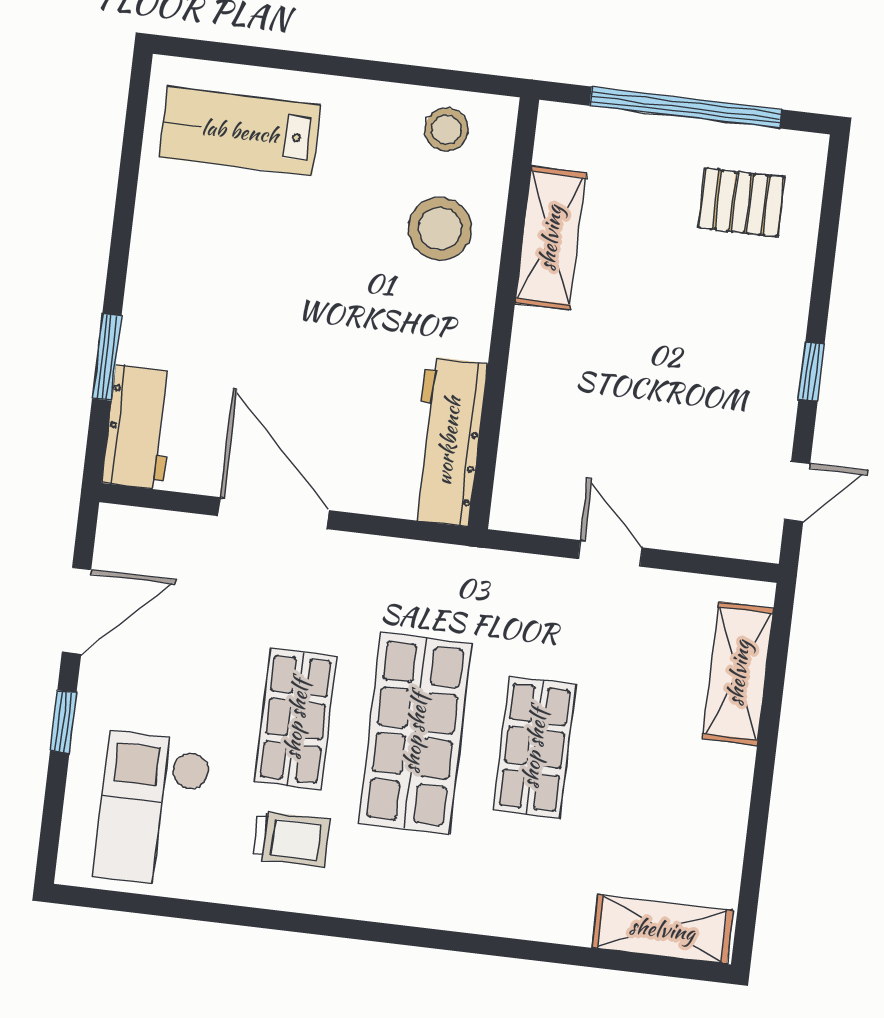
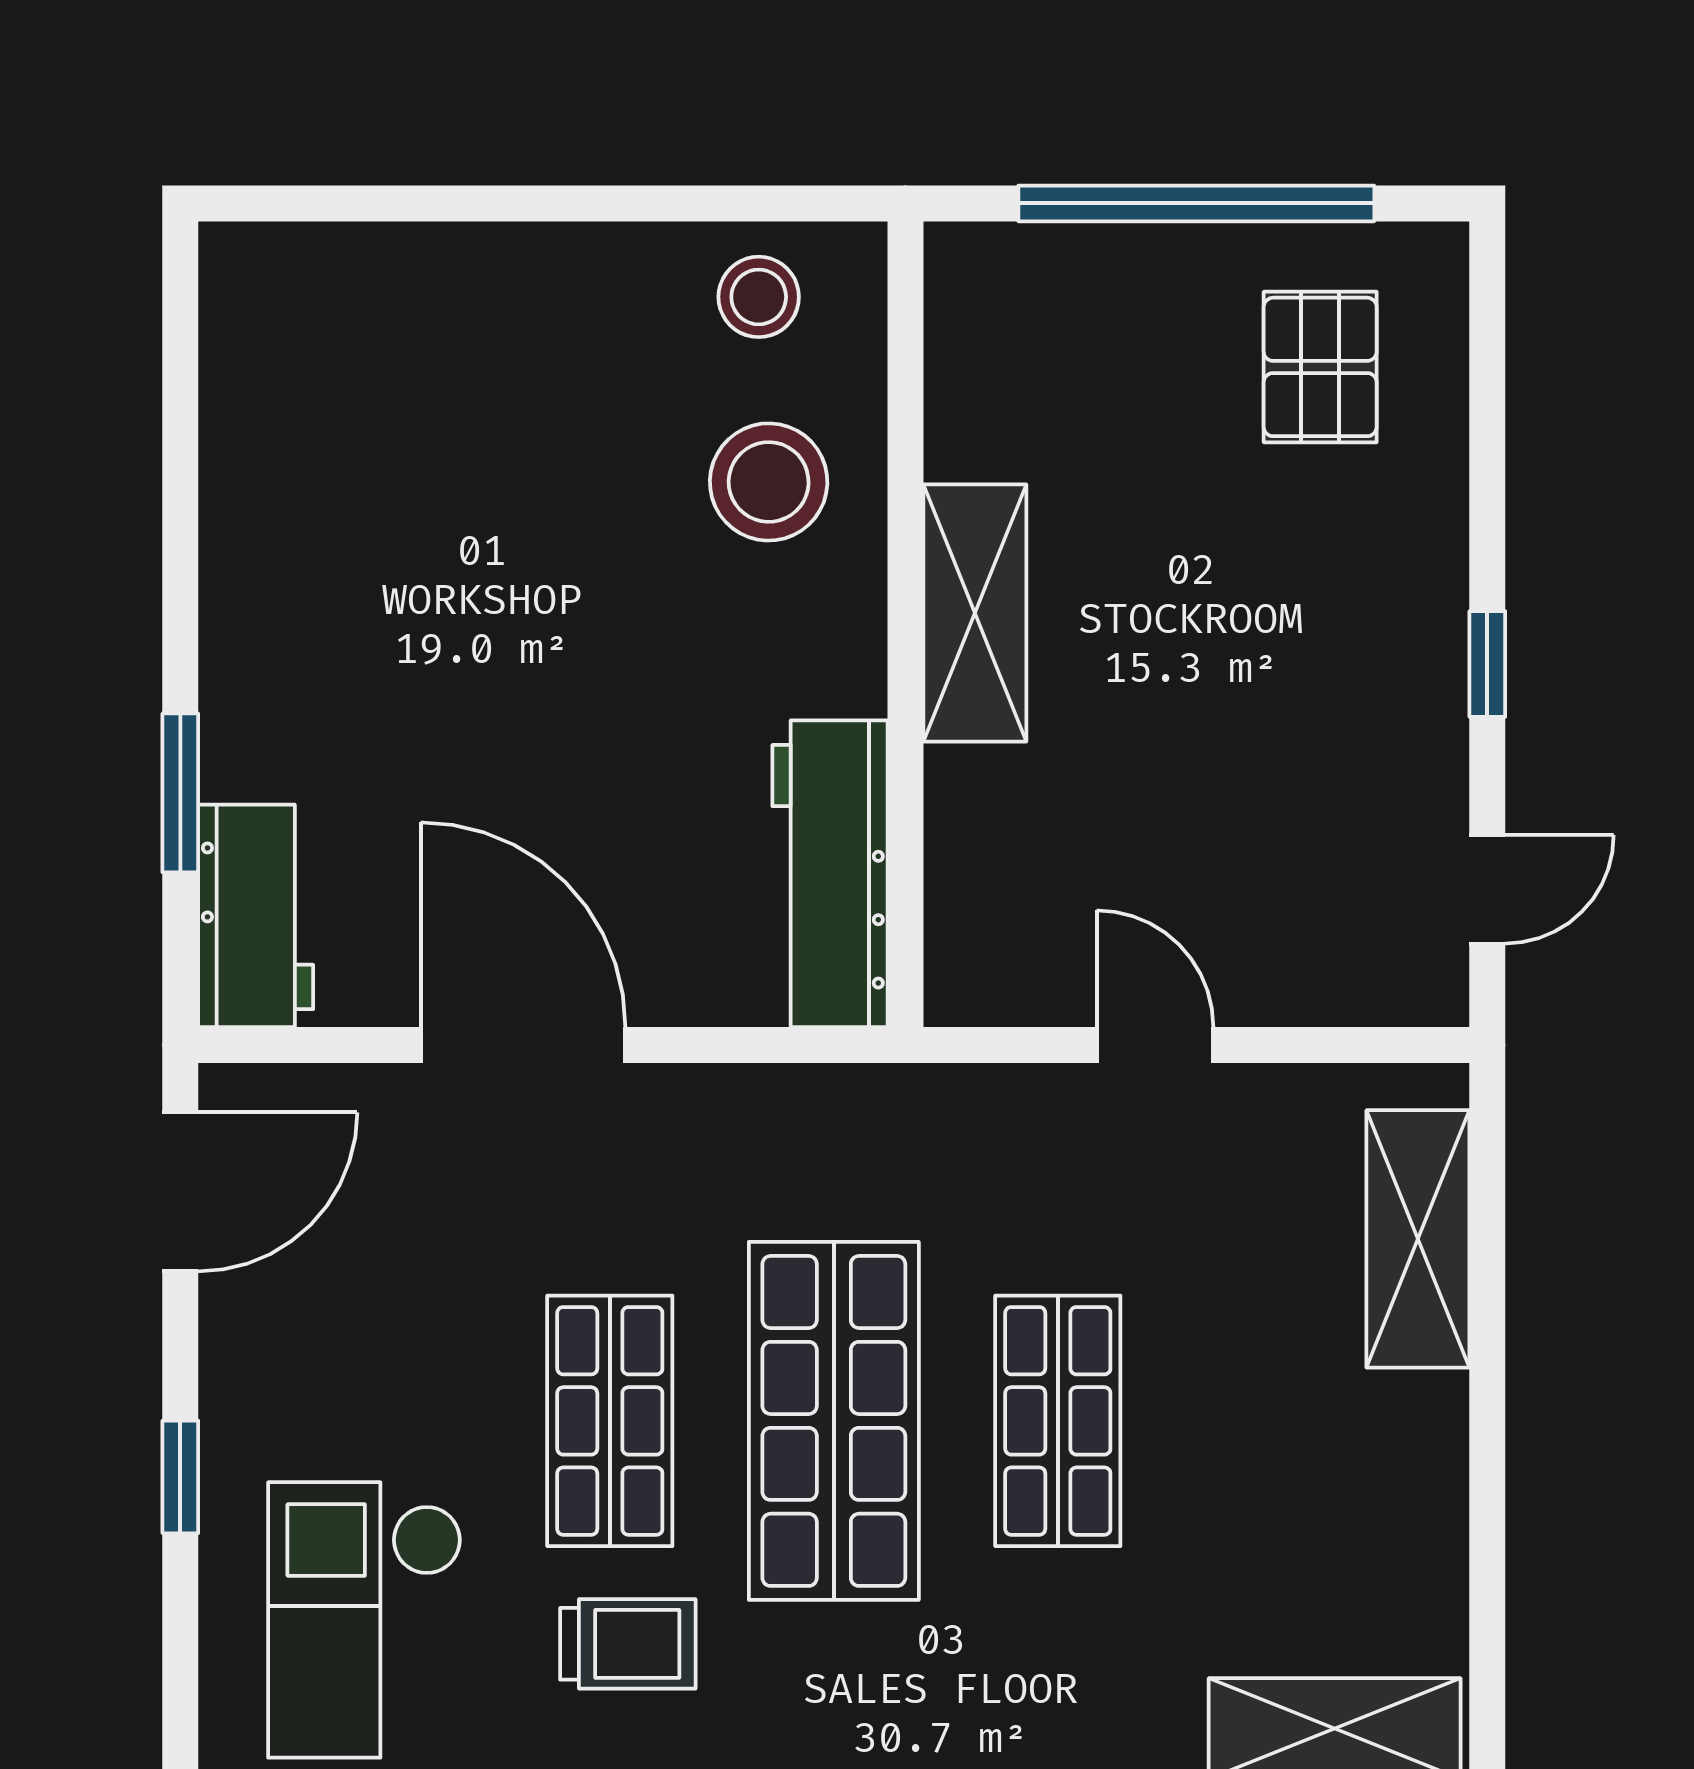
lab bench: (240, 131) -> (377, 345), removed
pallet: (741, 203) -> (1320, 367), turned 90
shelving: (550, 238) -> (975, 613), moved
door: (77, 611) -> (180, 1192), moved

